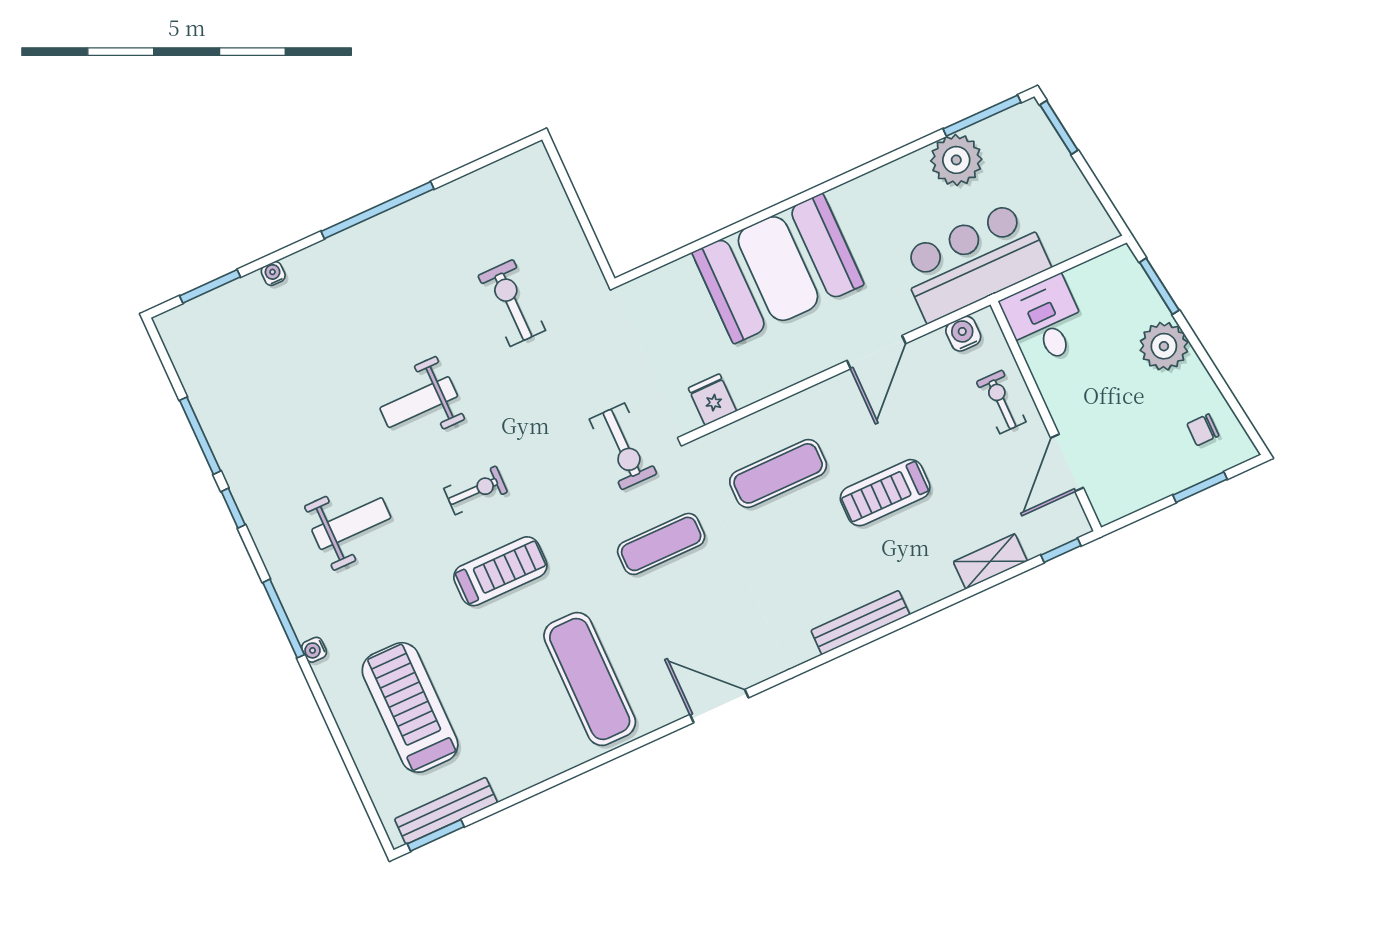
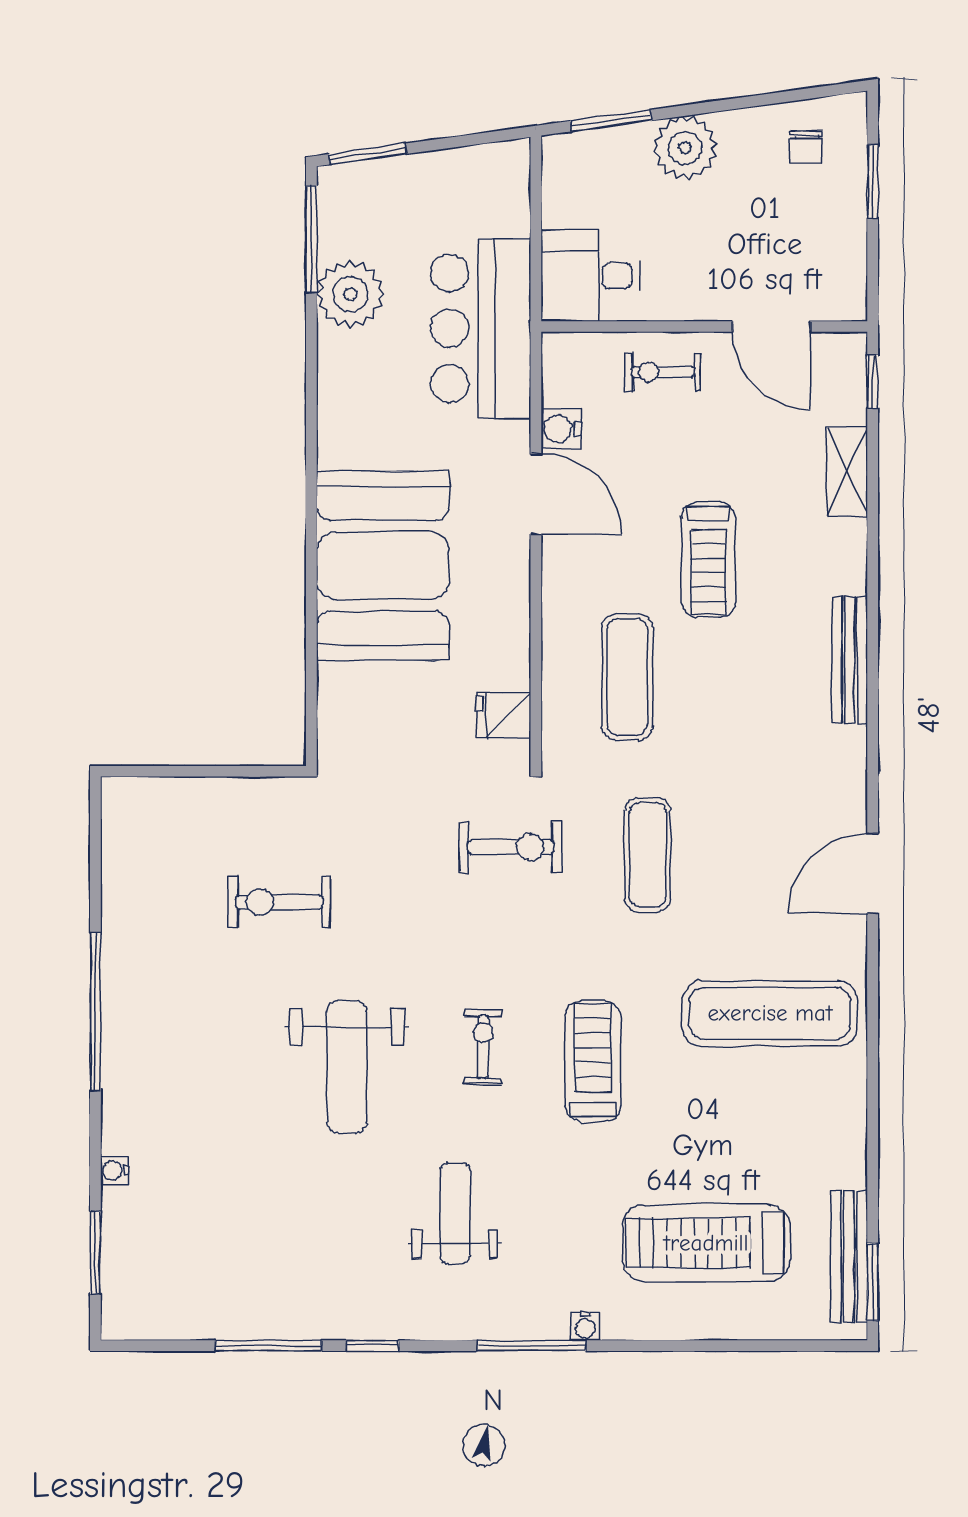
water cooler: (963, 334) -> (561, 429), moved
weight bench: (419, 402) -> (347, 1067), width x1.36, depth x1.33

